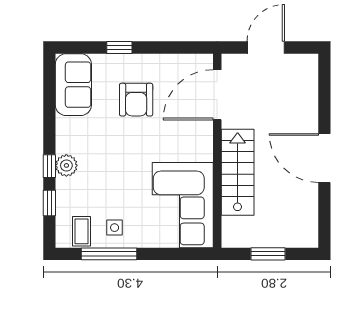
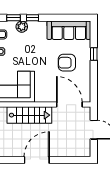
sofa: (73, 85) -> (69, 30), width x1.36
plant: (66, 165) -> (22, 27), moved

